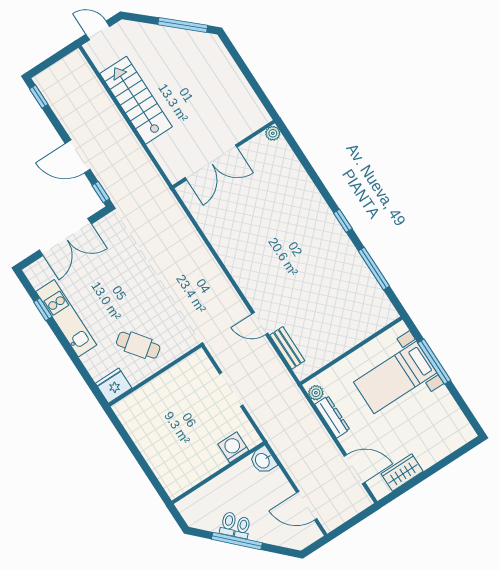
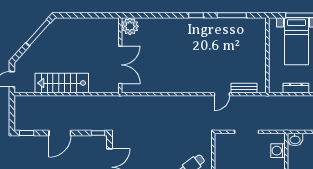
plant: (273, 133) -> (130, 26), width x1.87, depth x1.87
door: (78, 156) -> (60, 133), moved
plant: (316, 393) -> (277, 88), removed

